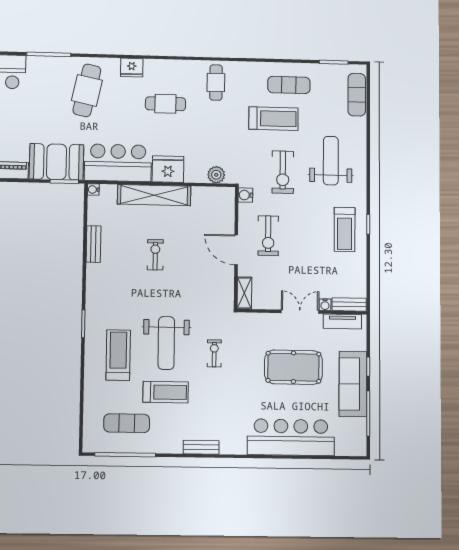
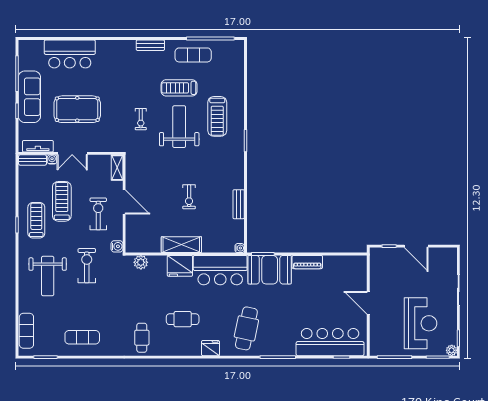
treadmill: (273, 119) -> (62, 201), moved, turned 90
shelving: (154, 195) -> (181, 245), width x0.68
exercise mat: (127, 423) -> (193, 55), moved
bar counter: (291, 437) -> (70, 54), width x0.73

